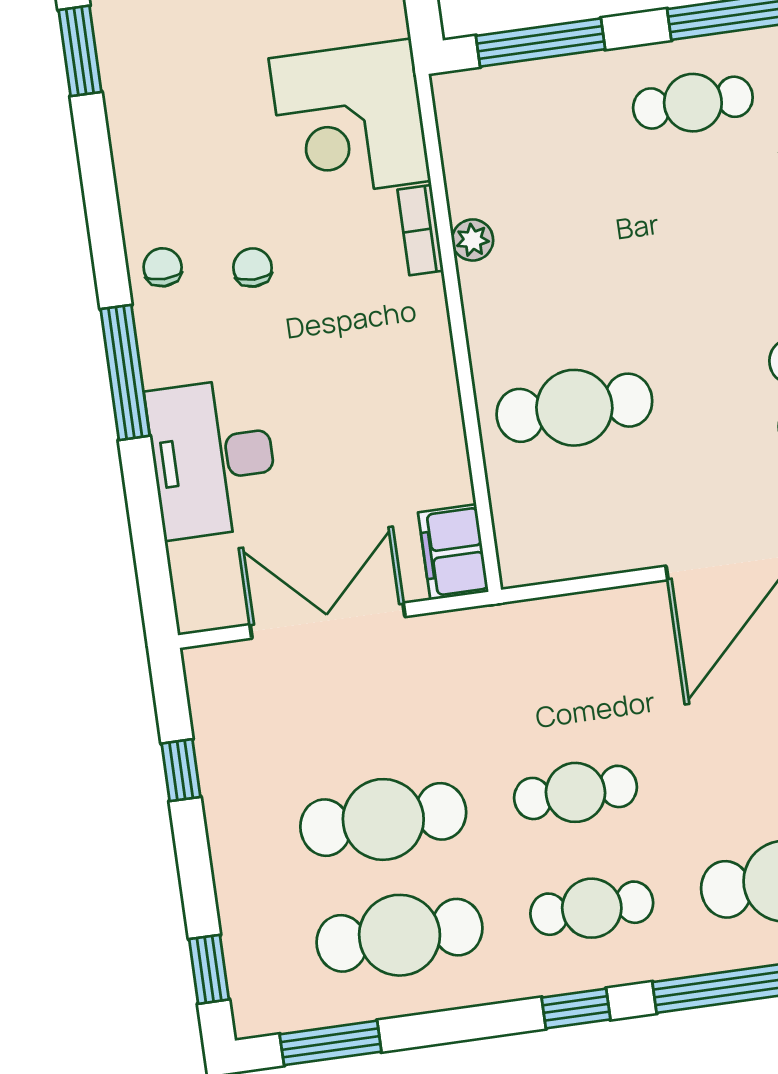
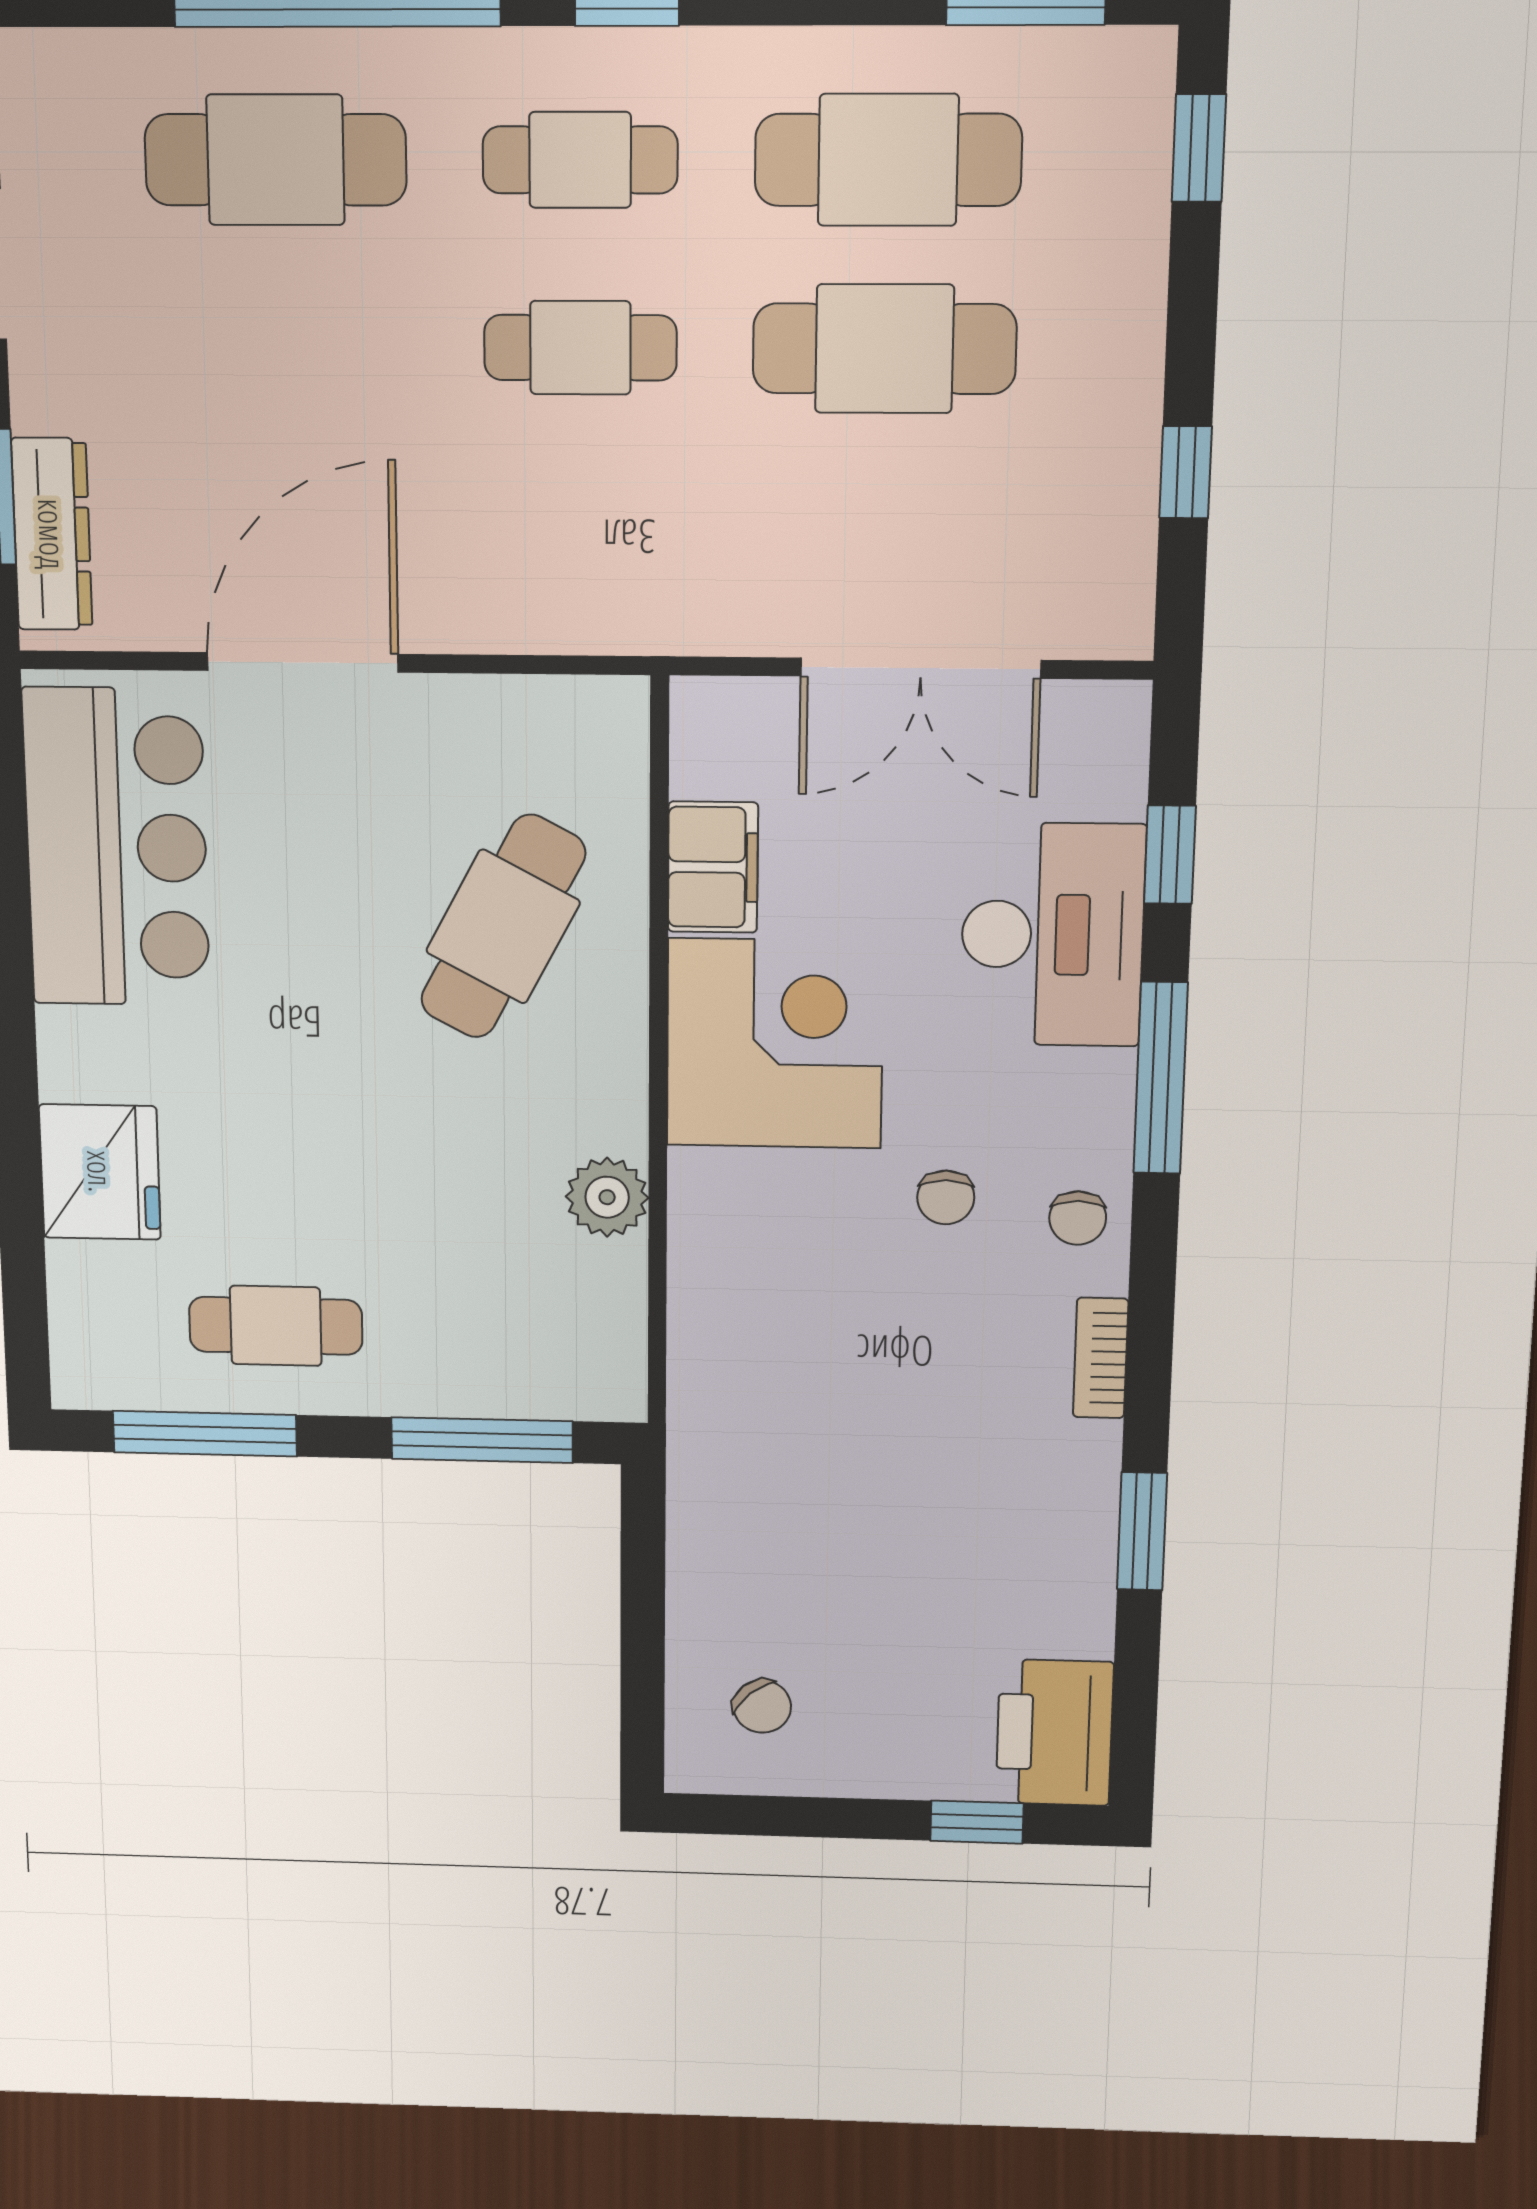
corner desk: (350, 120) -> (775, 1044), moved
bookcase: (420, 230) -> (1101, 1358), moved, turned 180
plant: (473, 240) -> (607, 1197), width x1.38, depth x1.38
cafe table: (574, 408) -> (503, 927), turned -62
window: (146, 523) -> (1170, 855), added
filing cabinet: (453, 552) -> (713, 867), moved

